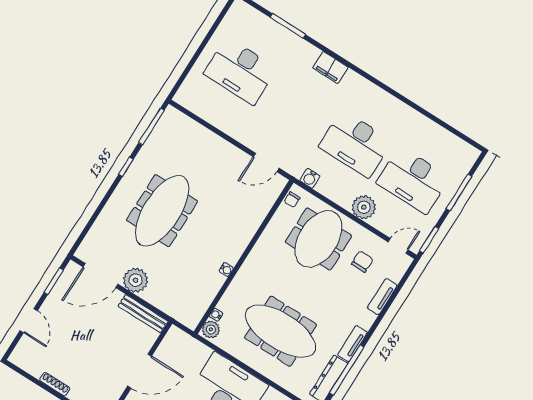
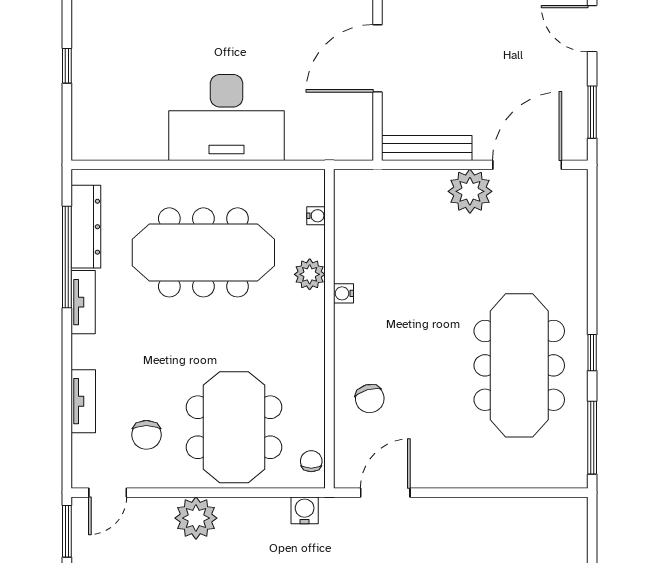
meeting table: (162, 211) -> (519, 365), moved
chair: (245, 212) -> (370, 399), added
plant: (211, 329) -> (310, 274), moved

